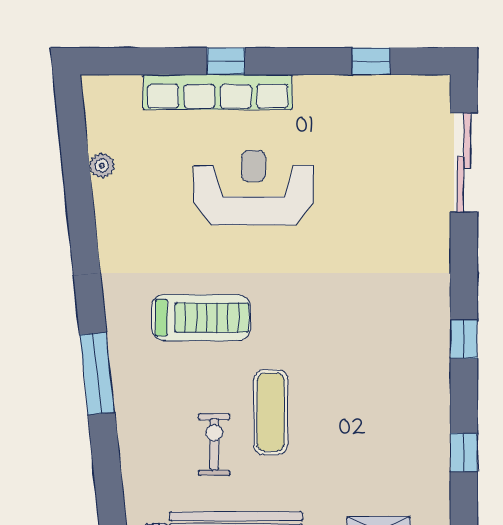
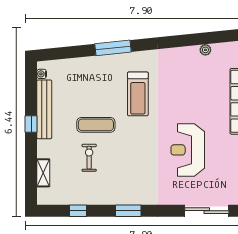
reception desk: (254, 188) -> (188, 150), moved, turned 180
window: (464, 339) -> (128, 211), width x1.50
exercise bike: (214, 444) -> (89, 158), moved, turned -90

